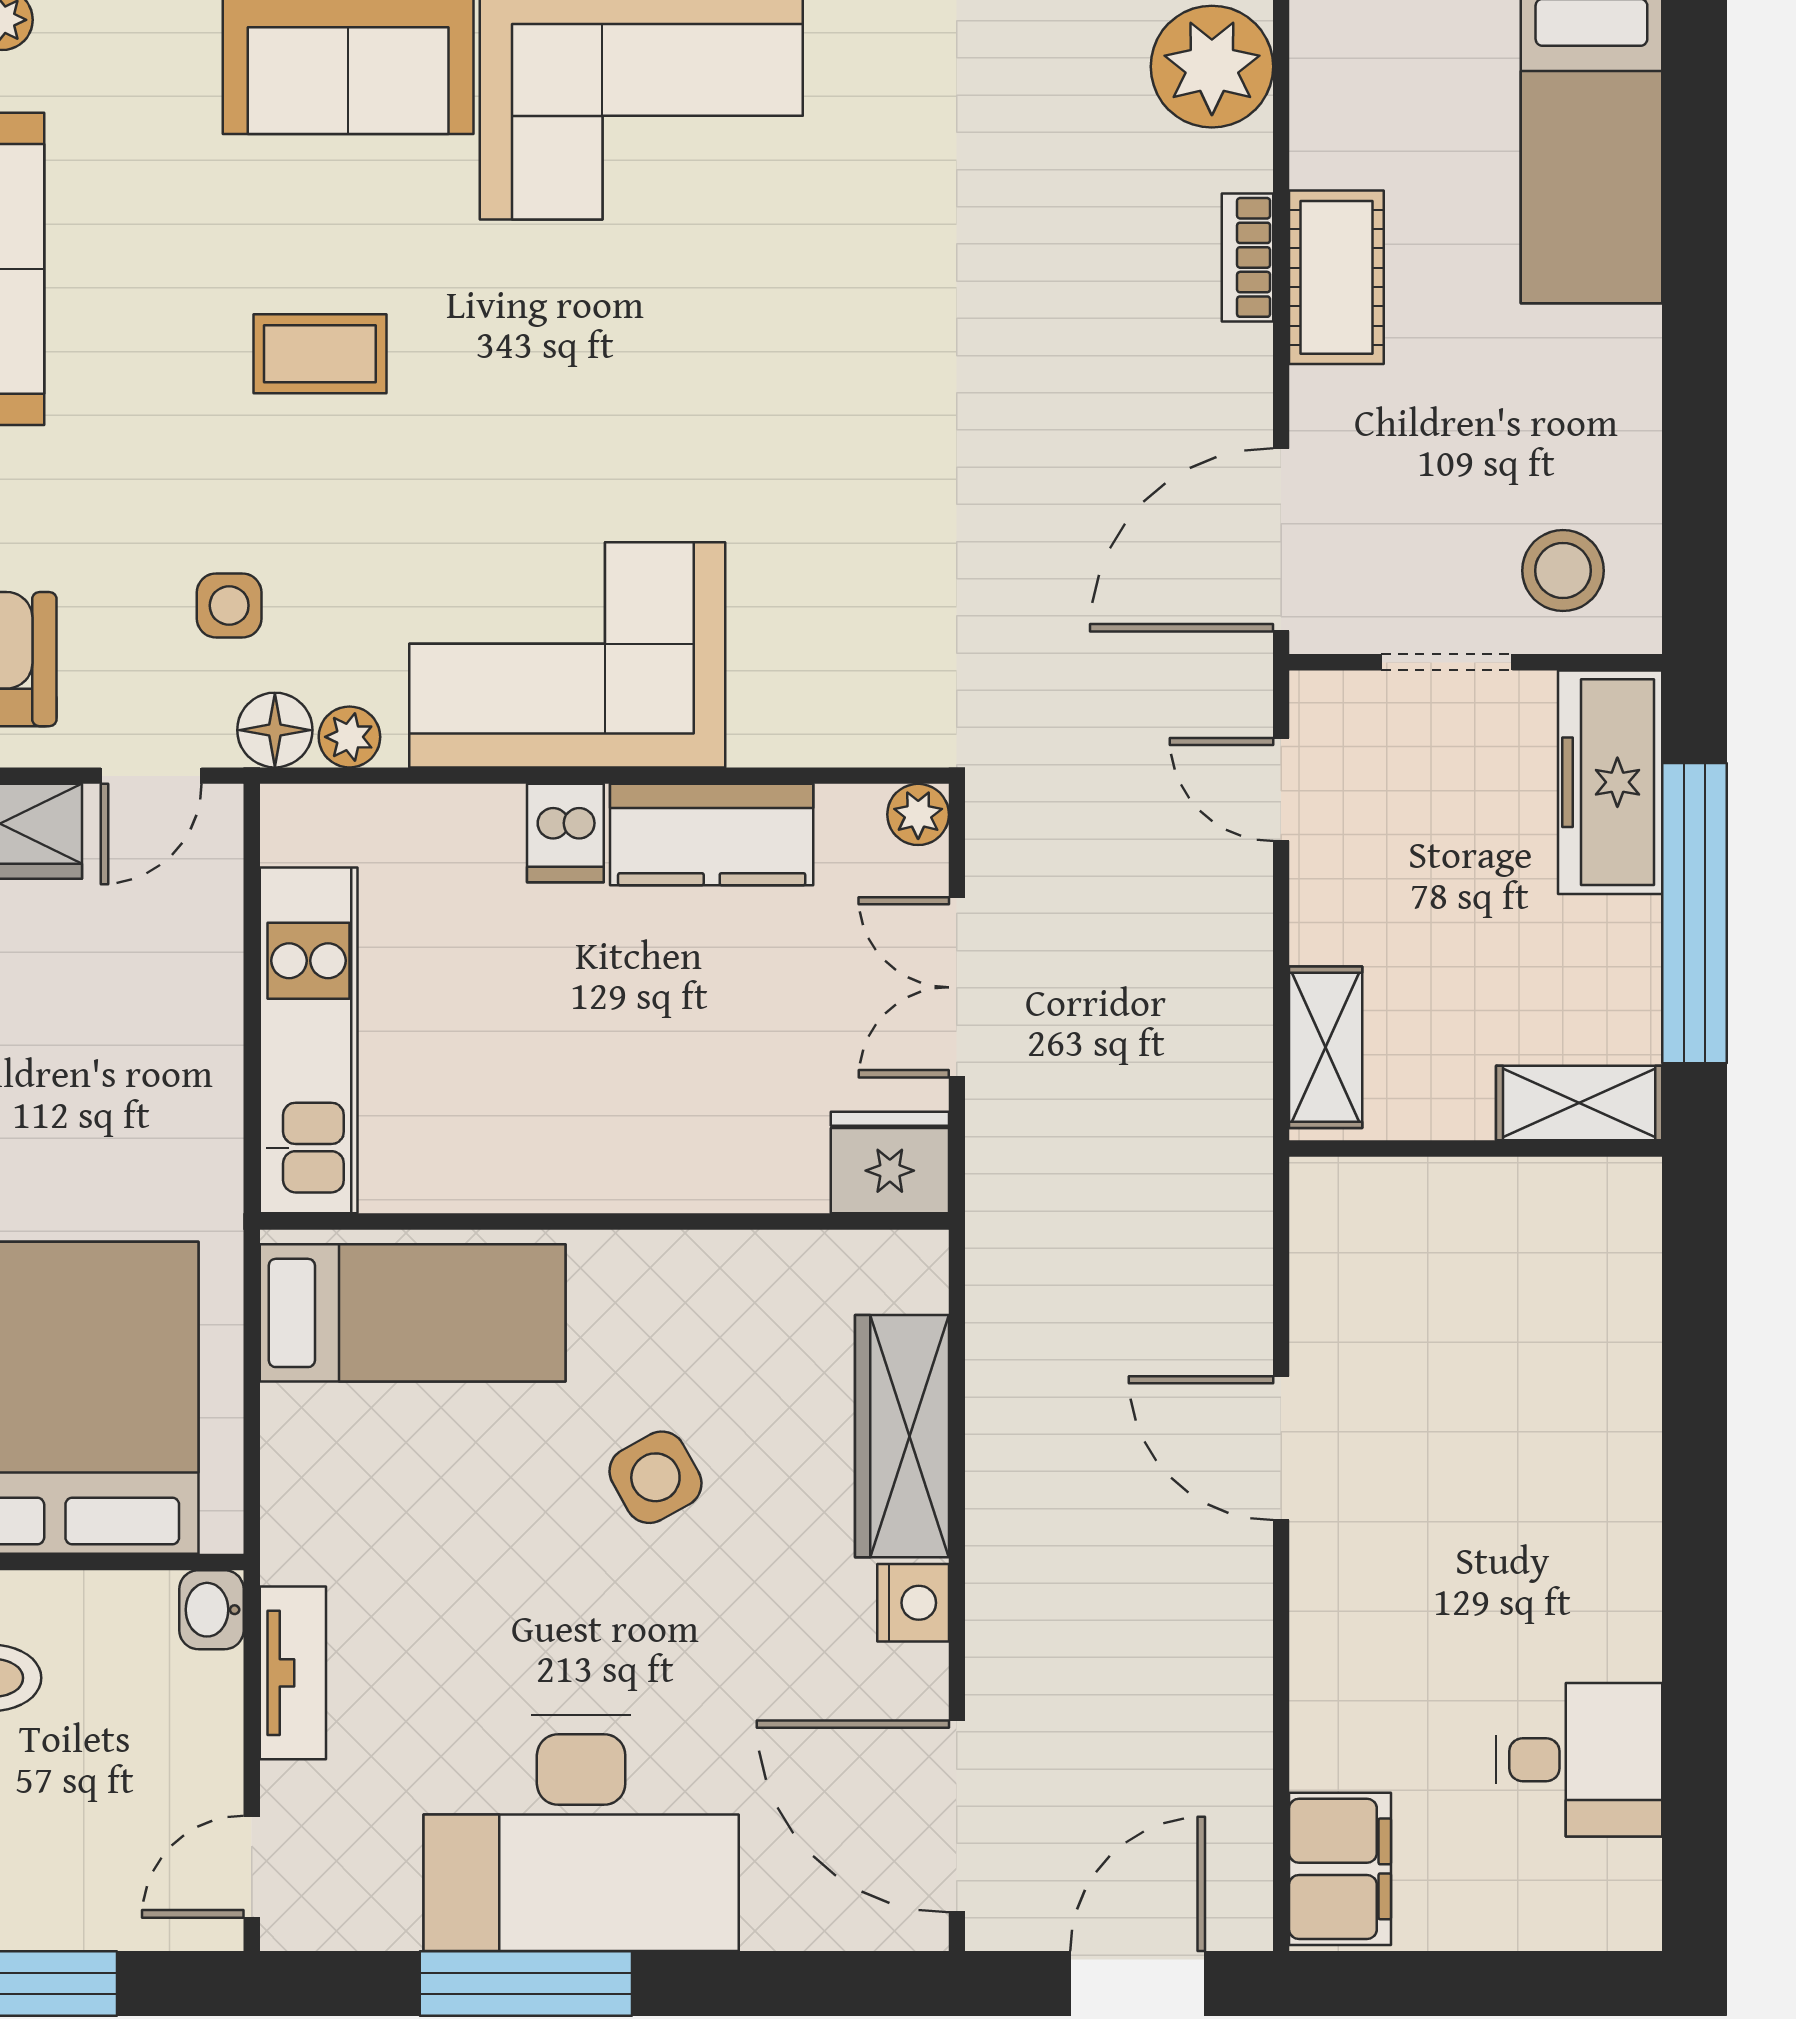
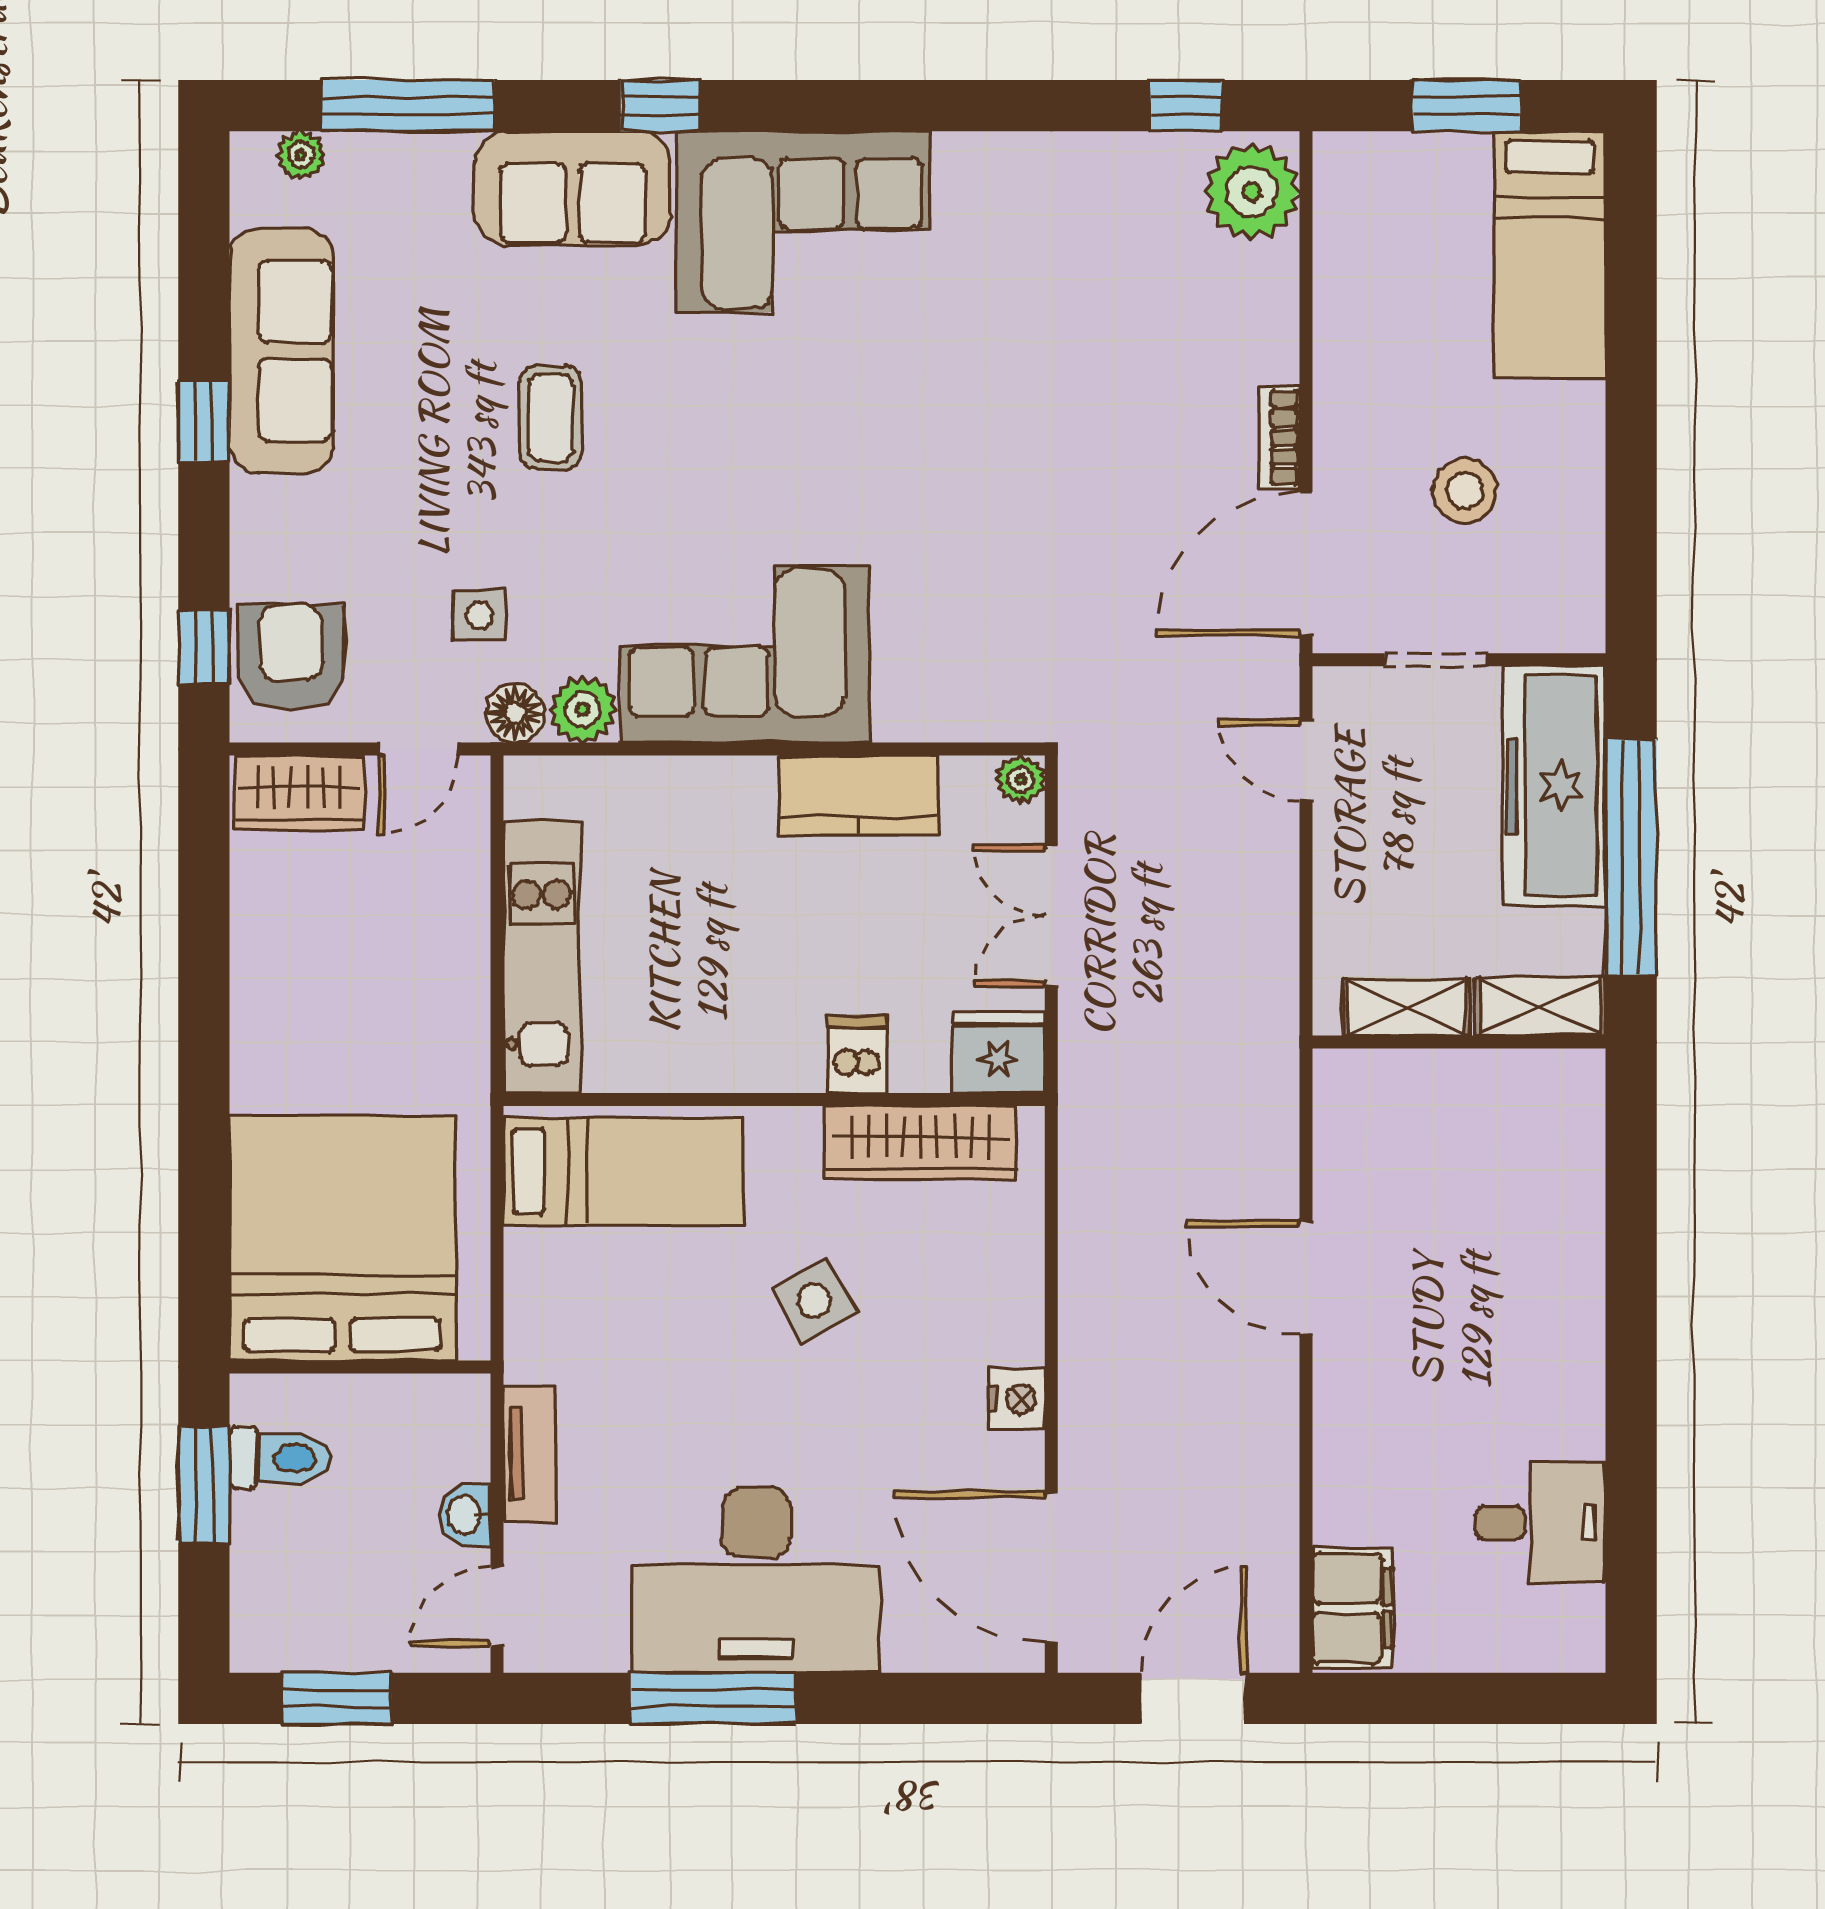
bookcase: (1247, 257) -> (1280, 438), moved
cot: (1336, 277) -> (1350, 357), removed
coffee table: (320, 354) -> (551, 417), turned 90
stool: (1563, 571) -> (1465, 491), moved
plant: (349, 737) -> (583, 710), width x1.38, depth x1.38
freezer: (1610, 782) -> (1554, 786), width x1.36, depth x1.26
dishwasher: (565, 833) -> (857, 1054), moved, turned 180
shelving: (1326, 1047) -> (1406, 1007), moved, turned 90
wardrobe: (902, 1436) -> (920, 1143), moved, turned -90
washbasin: (211, 1610) -> (465, 1515), moved

